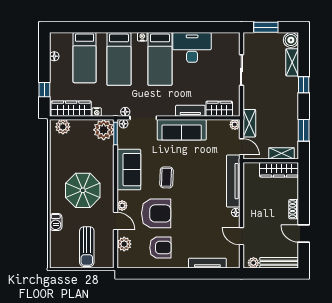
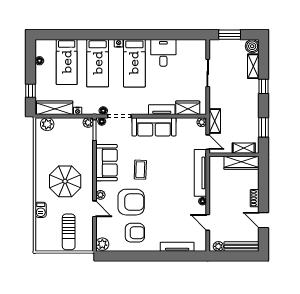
desk: (192, 47) -> (163, 53), width x0.73
plant: (104, 130) -> (88, 122), width x0.53, depth x0.53
plant: (124, 244) -> (102, 244), moved

